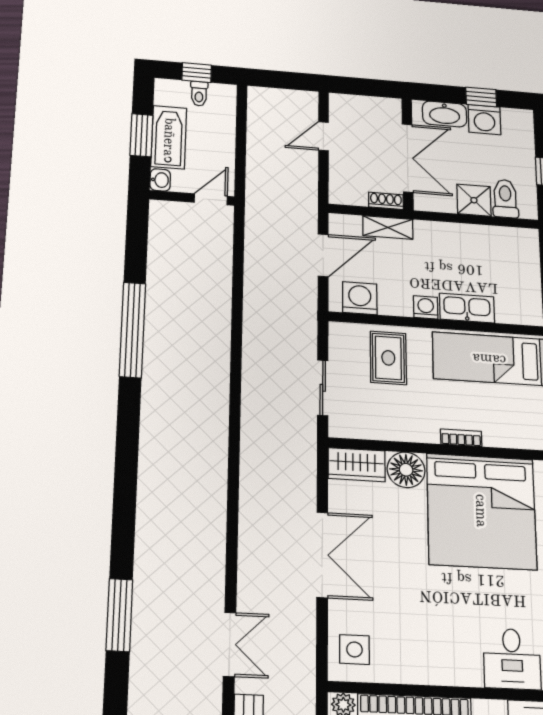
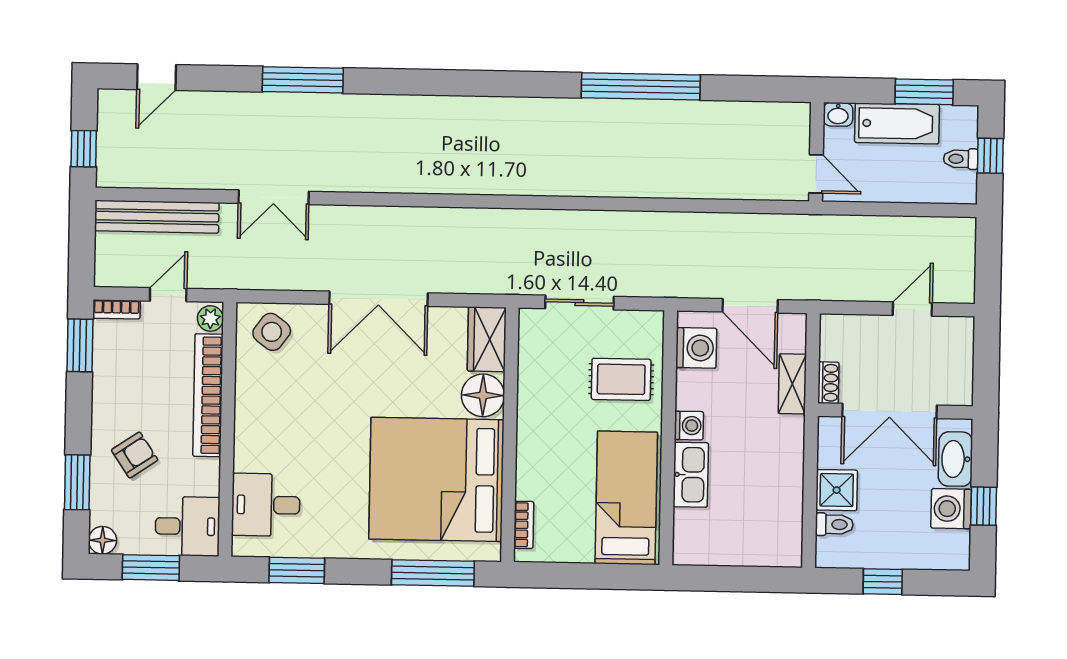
window: (141, 135) -> (924, 92), moved
door: (323, 136) -> (912, 309), hinge flipped
toilet: (505, 199) -> (834, 524), width x0.73, depth x0.72
bookcase: (461, 438) -> (524, 525), moved
side table: (354, 650) -> (272, 332), turned 37

